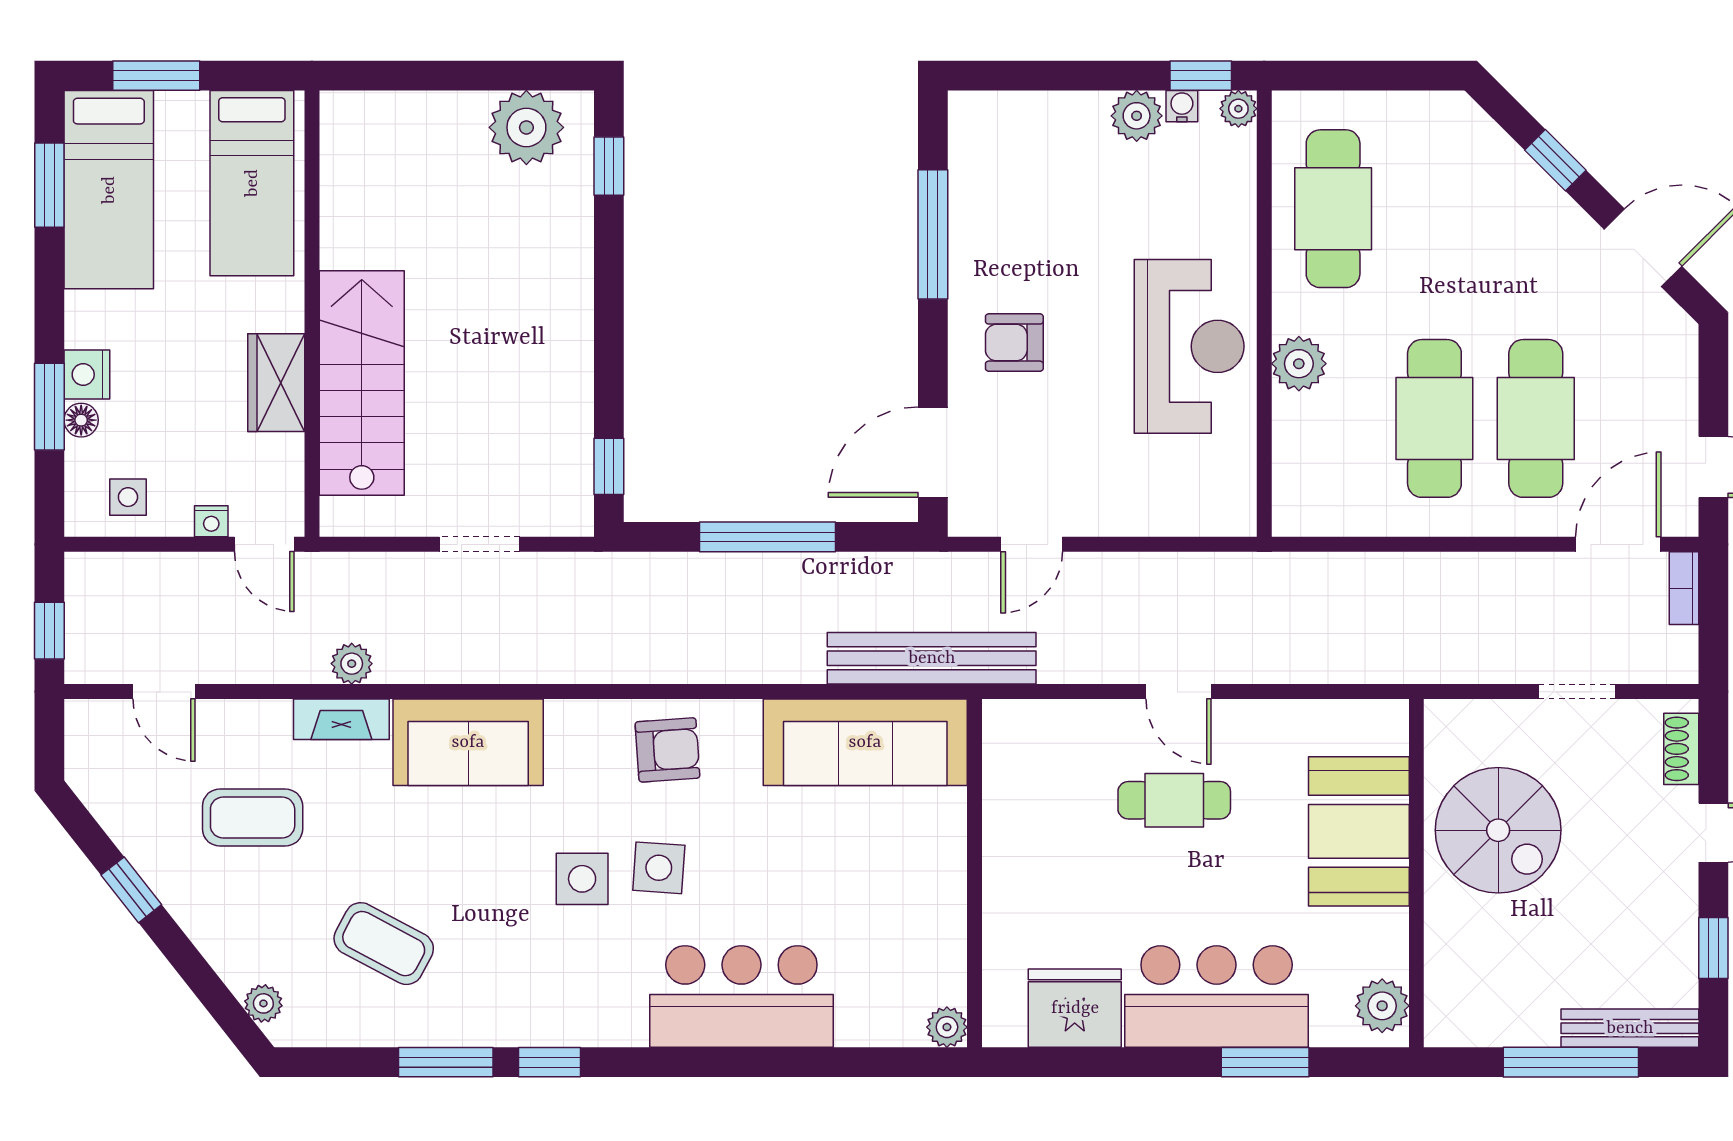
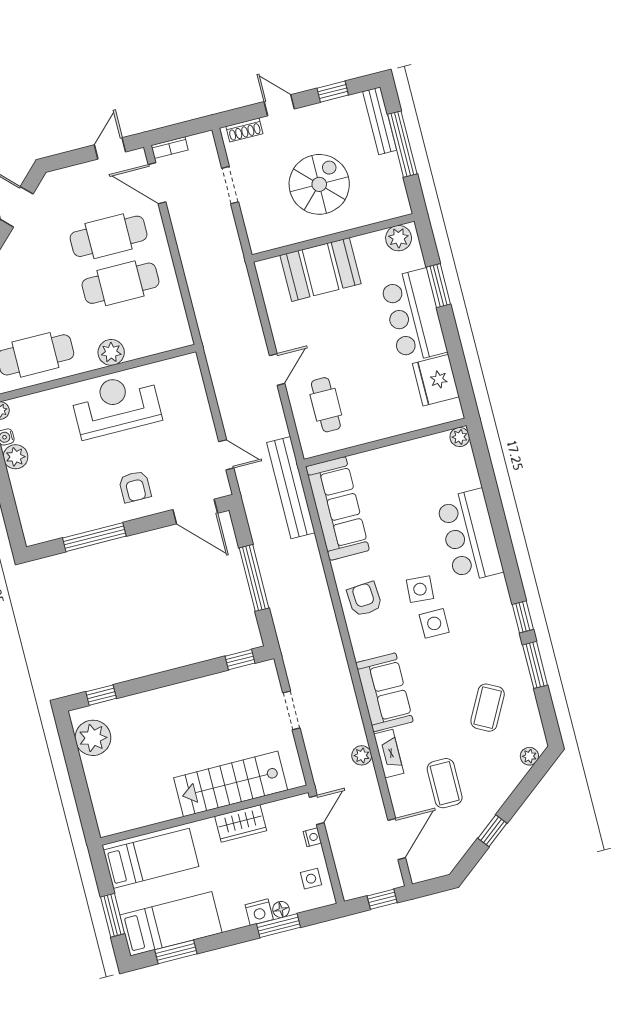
door: (164, 692) -> (397, 839), width x1.38
cafe table: (1174, 800) -> (326, 405), moved
spiral stairs: (1498, 830) -> (319, 184), moved

